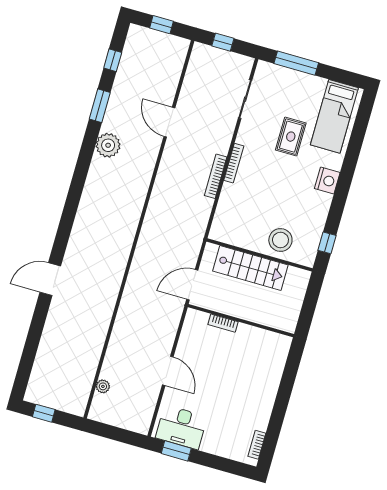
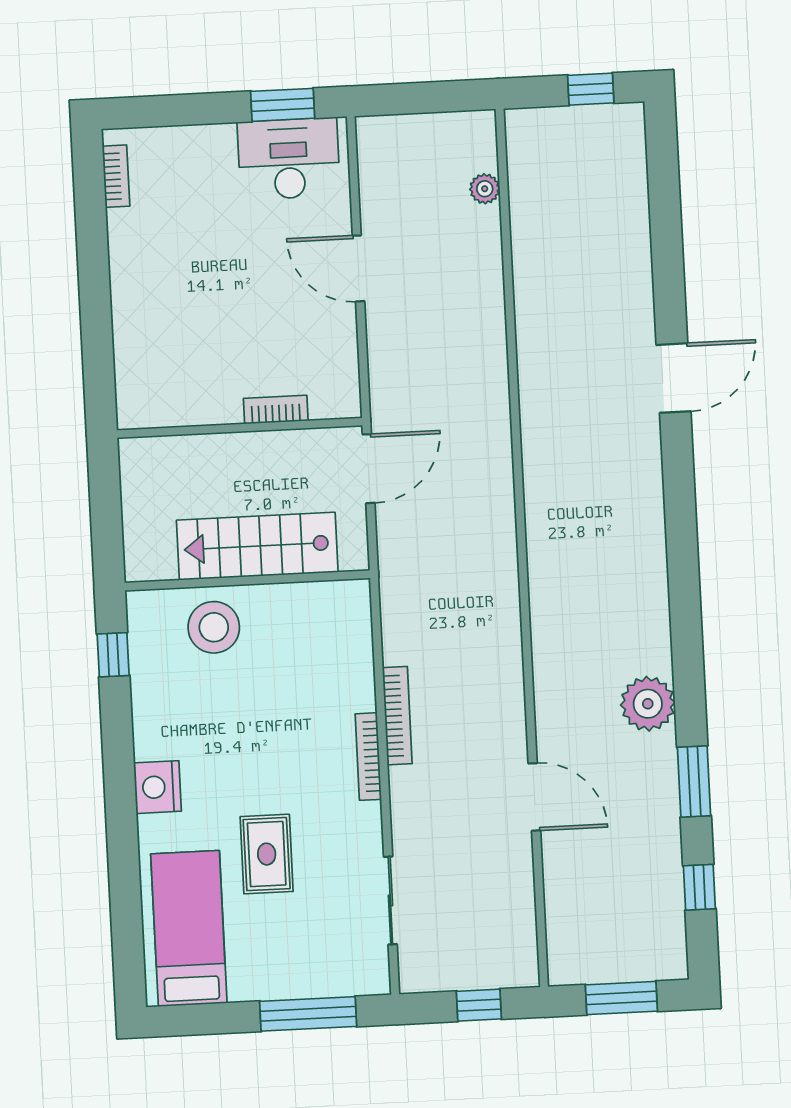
window: (162, 25) -> (621, 998), width x1.50

